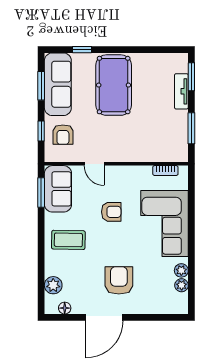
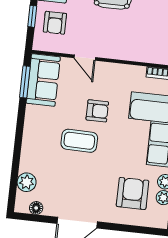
coffee table: (68, 240) -> (79, 141), moved
armchair: (119, 280) -> (133, 193), moved

